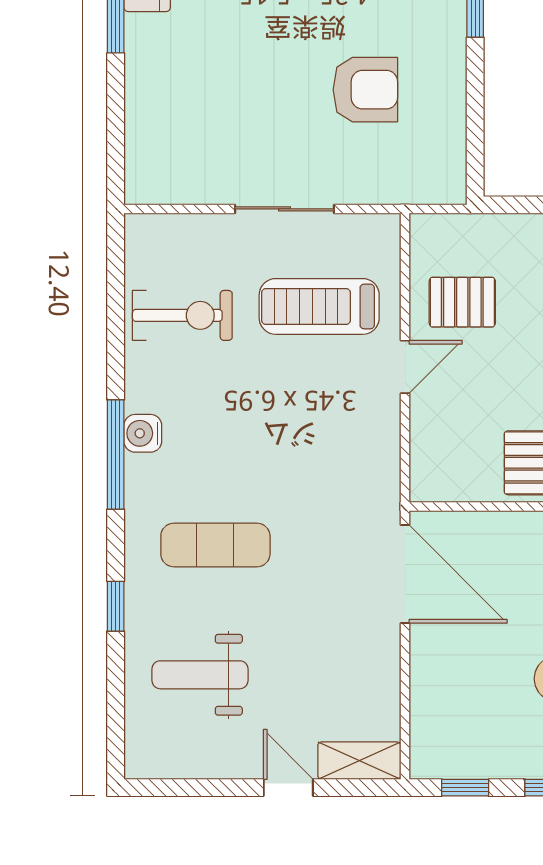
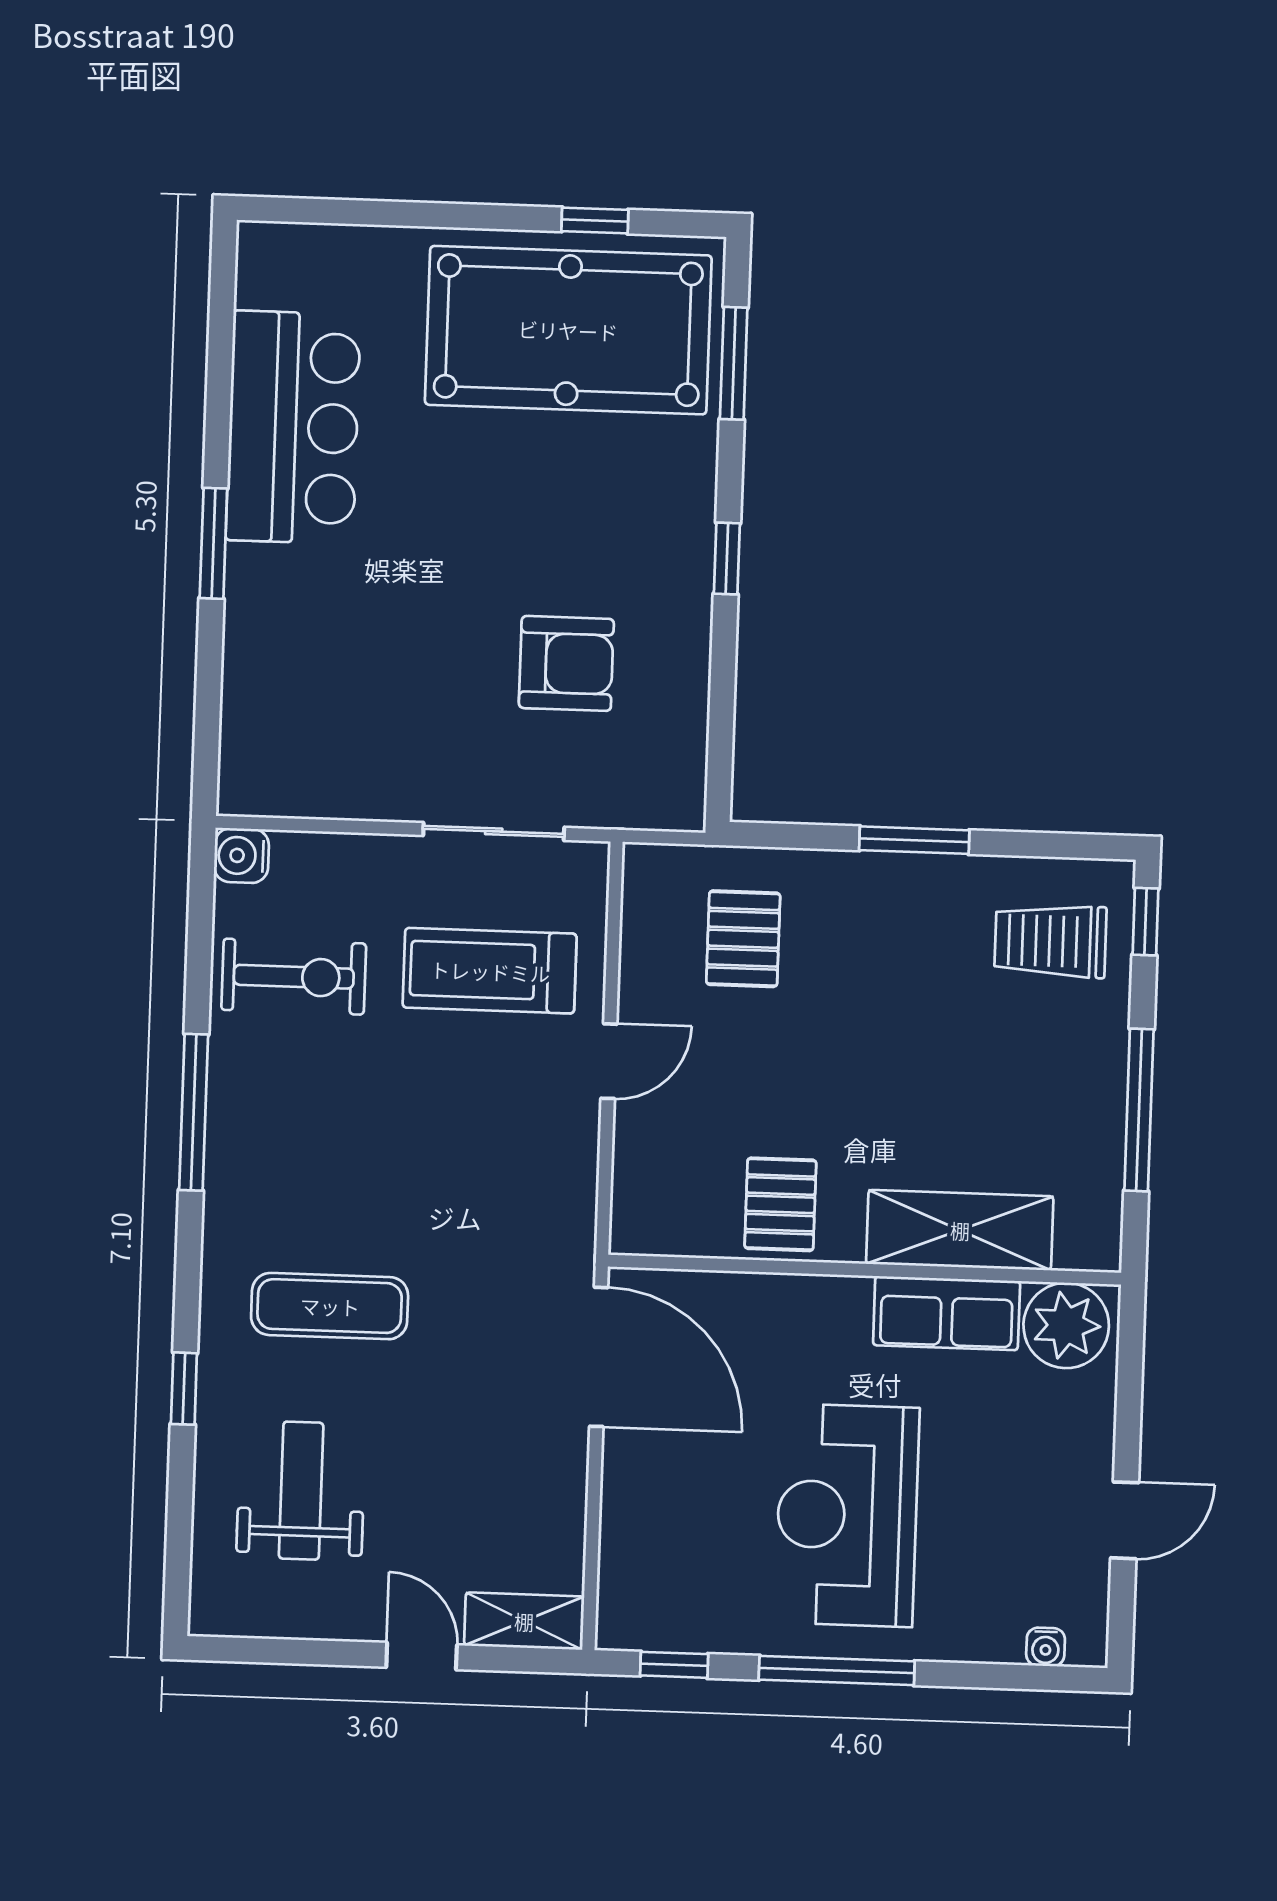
sliding door: (284, 209) -> (494, 831), moved
pallet: (462, 302) -> (743, 939), moved, turned 90
water cooler: (143, 433) -> (241, 856), moved
window: (116, 454) -> (194, 1112), moved
weight bench: (200, 675) -> (301, 1491), turned 90

